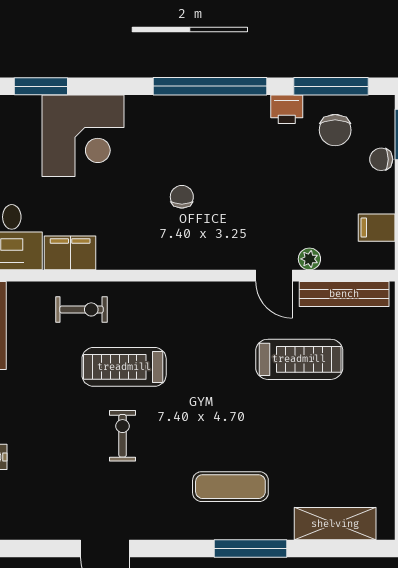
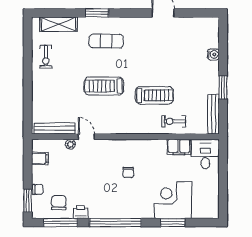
window: (41, 86) -> (173, 223), moved
treadmill: (299, 359) -> (104, 86), moved
exercise bike: (123, 436) -> (46, 57), moved
window: (251, 549) -> (97, 13), width x0.69

